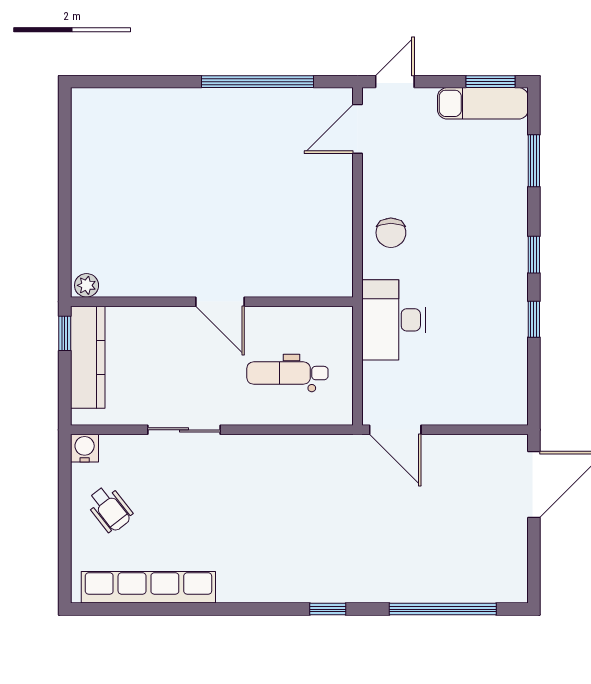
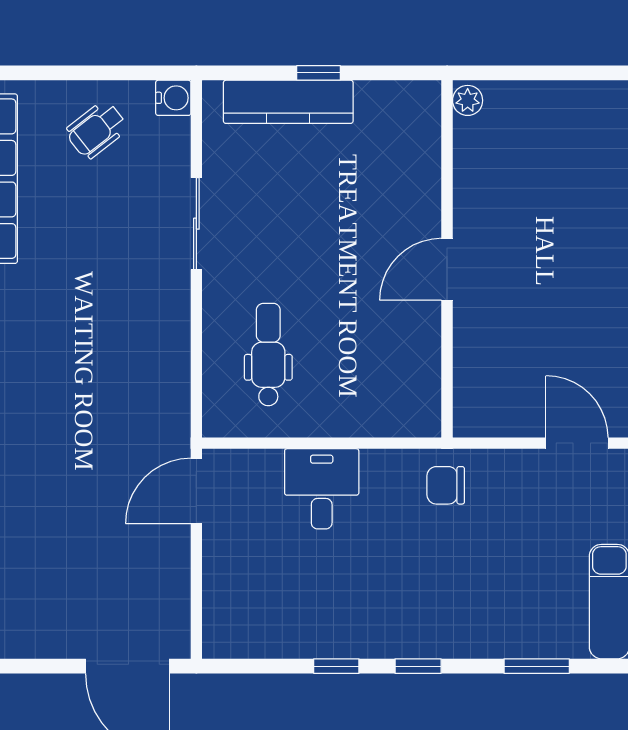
plant: (87, 285) -> (468, 100), moved
wall: (212, 302) -> (447, 259), moved
door: (220, 302) -> (447, 269), moved
desk: (394, 320) -> (322, 489), width x0.73

